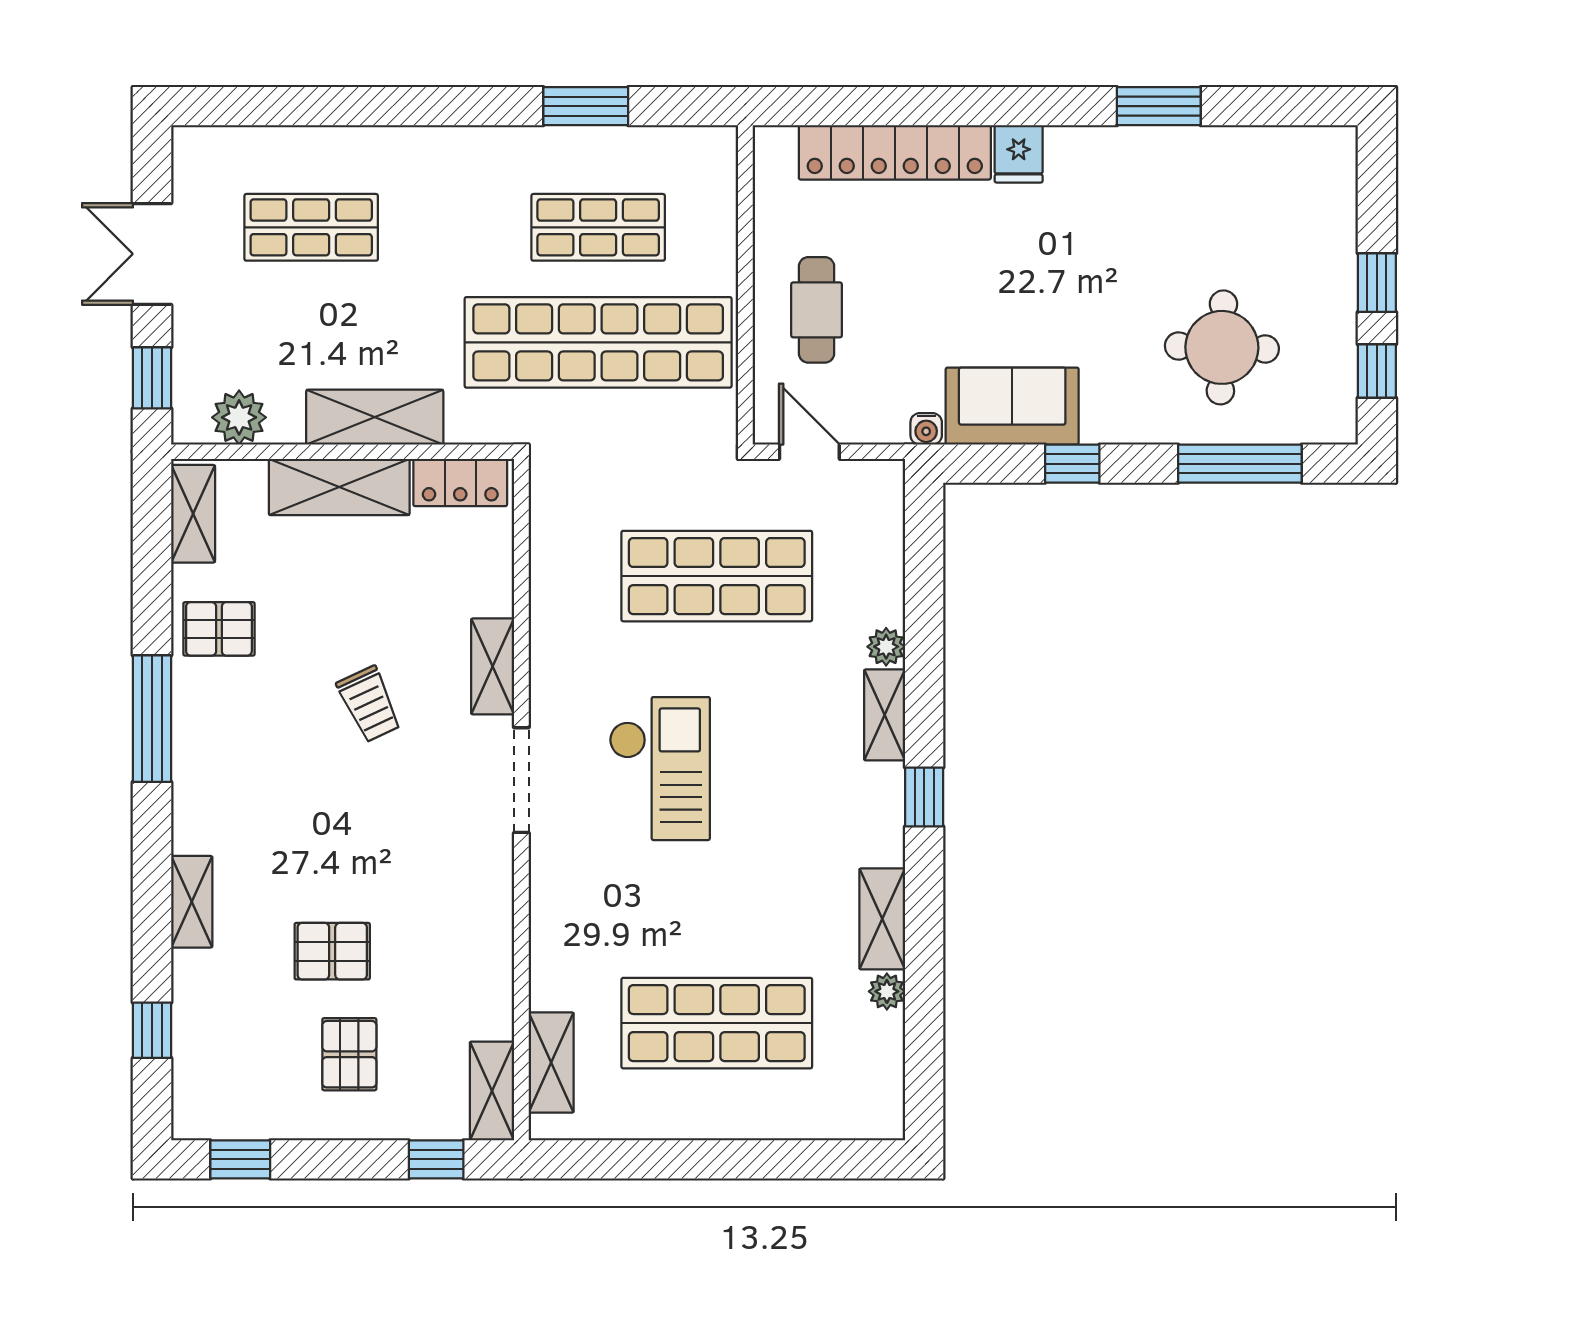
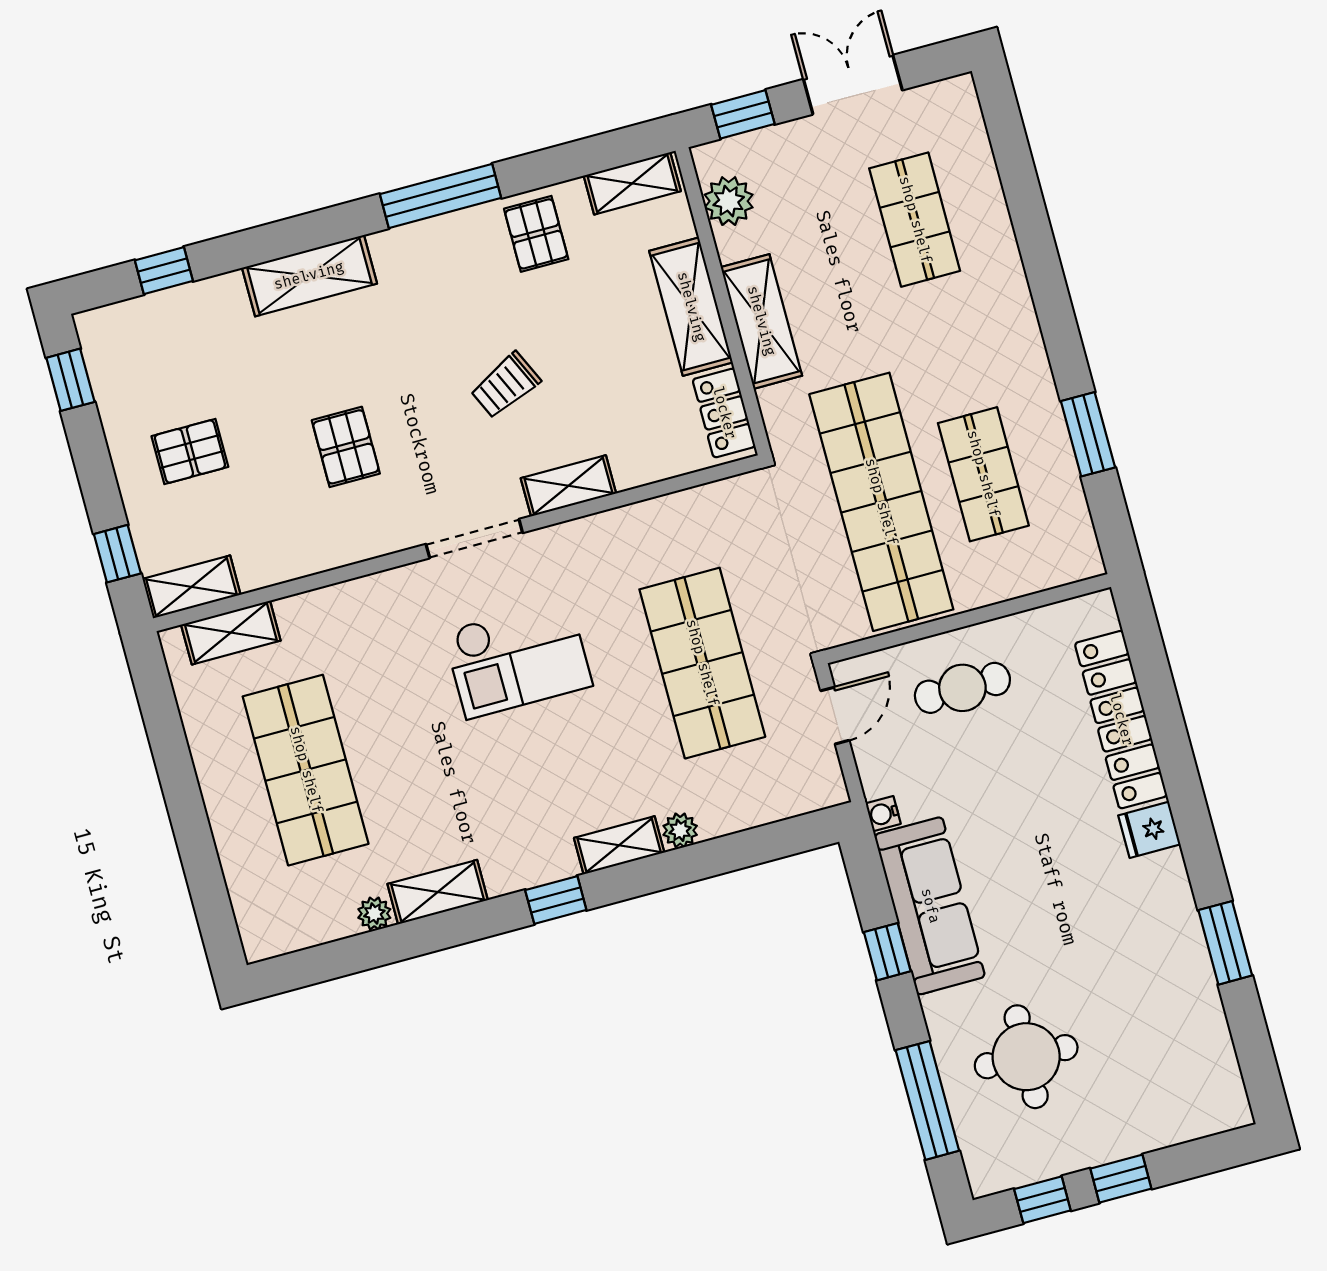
sofa: (1012, 406) -> (930, 906), width x1.36
shelving: (192, 902) -> (309, 276), width x1.50, depth x1.33
pallet: (332, 951) -> (346, 447), moved

